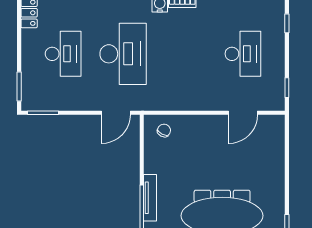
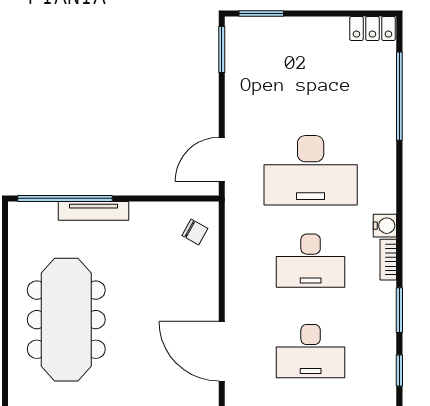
desk: (63, 54) -> (311, 261), moved
door: (116, 113) -> (222, 159), hinge flipped
door: (243, 113) -> (222, 351), width x1.36

